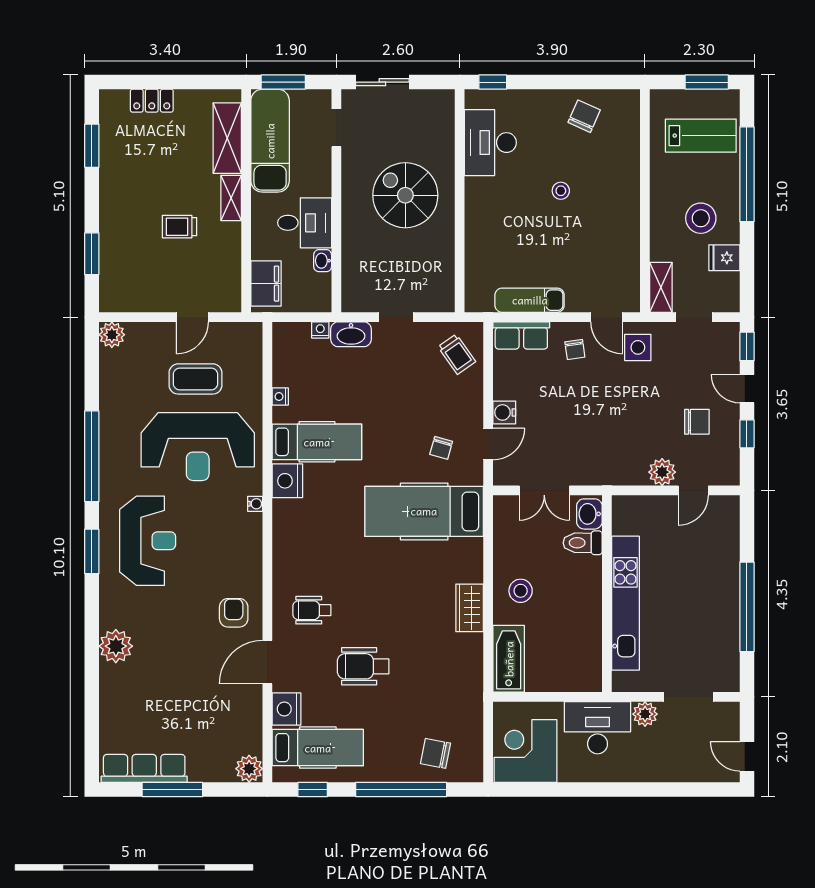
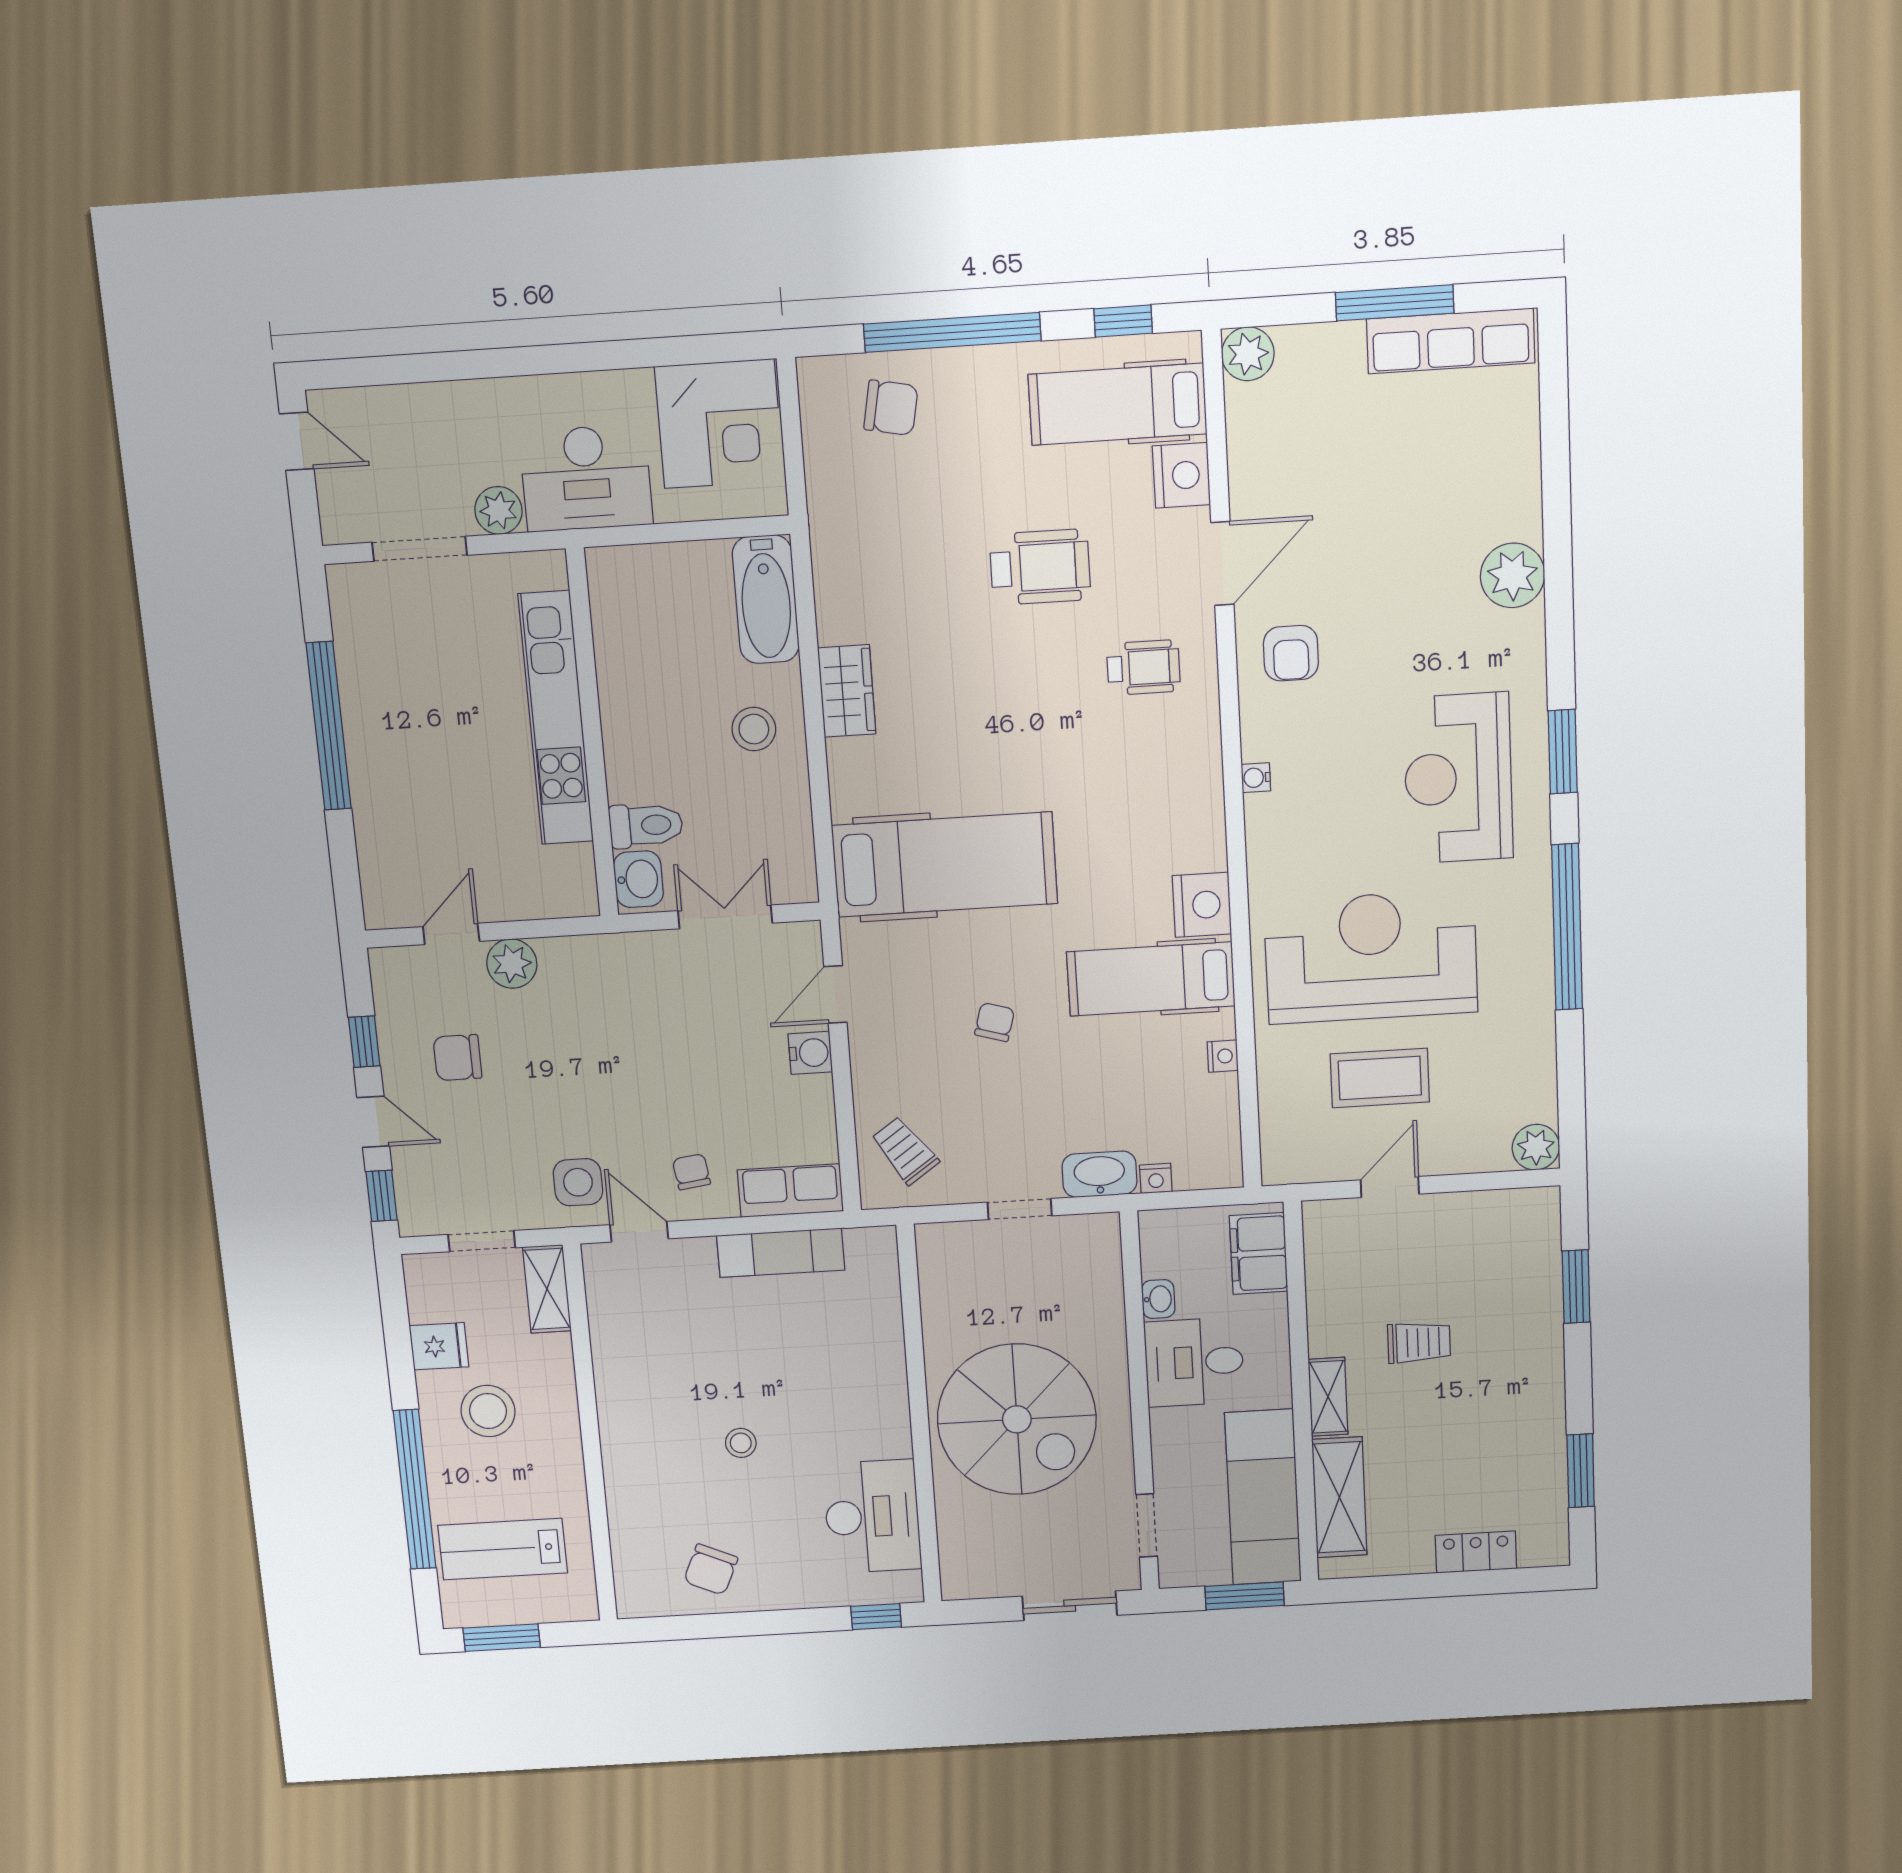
spiral stairs: (405, 195) -> (1017, 1419), width x1.37, depth x1.37
chair: (441, 448) -> (995, 1022), moved
water cooler: (255, 504) -> (1256, 778), moved

